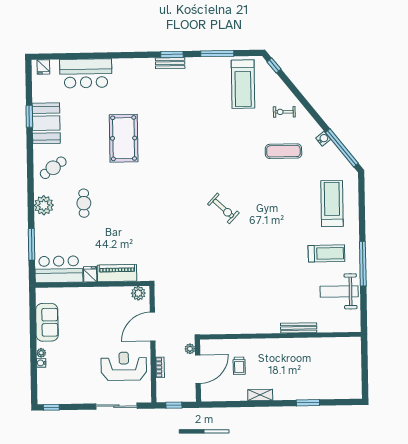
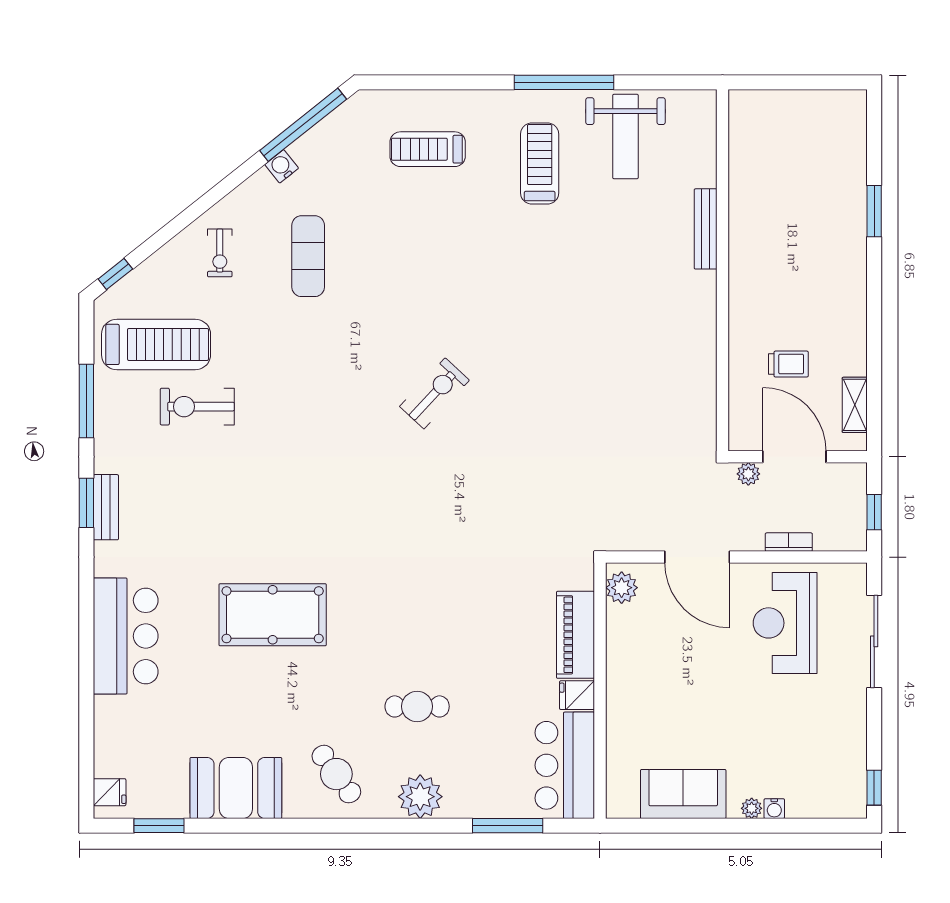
bar counter: (86, 73) -> (126, 636), moved
exercise bike: (216, 103) -> (197, 407), added
window: (29, 116) -> (159, 826), moved
treadmill: (332, 204) -> (428, 149), width x0.73, depth x0.73
shelving: (260, 395) -> (855, 405), moved

